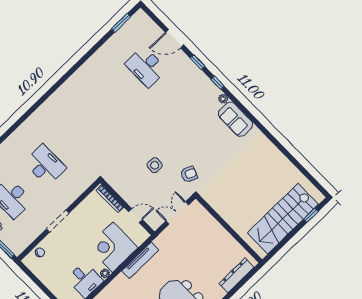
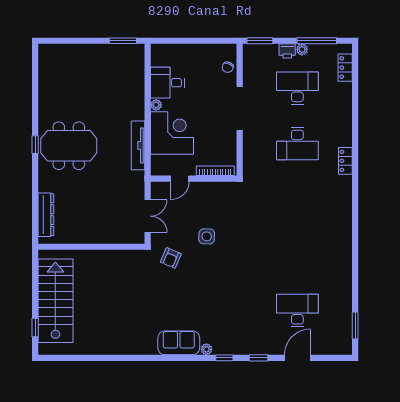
locker: (27, 126) -> (345, 161), added
doorway: (58, 221) -> (240, 108), width x1.36

